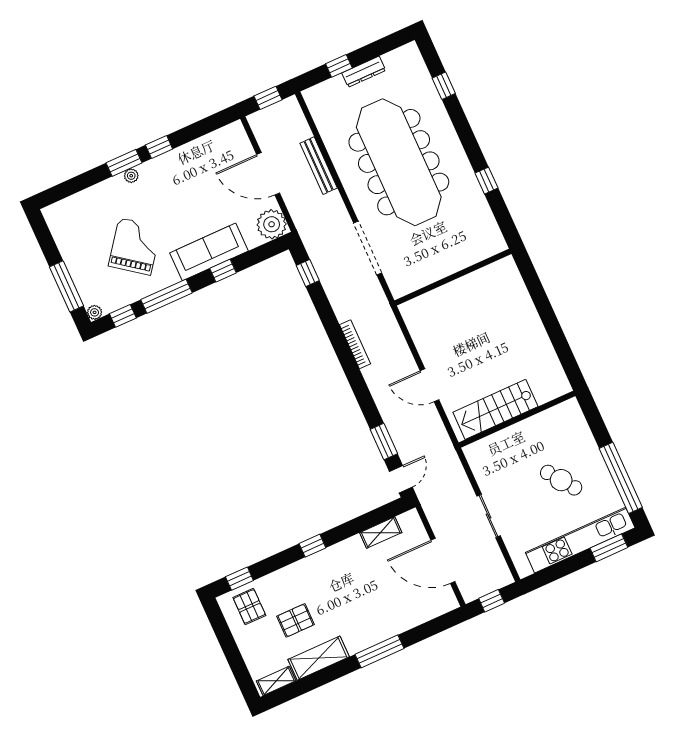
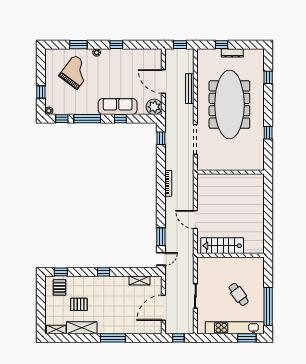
window: (124, 163) -> (78, 45), moved
grand piano: (135, 246) -> (76, 72), moved
window: (66, 286) -> (41, 92), width x0.46
door: (443, 561) -> (163, 308), hinge flipped

